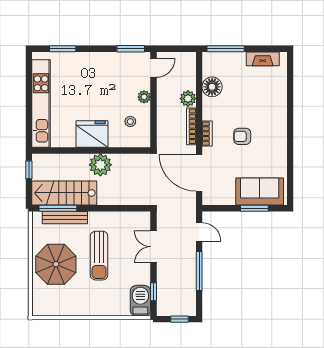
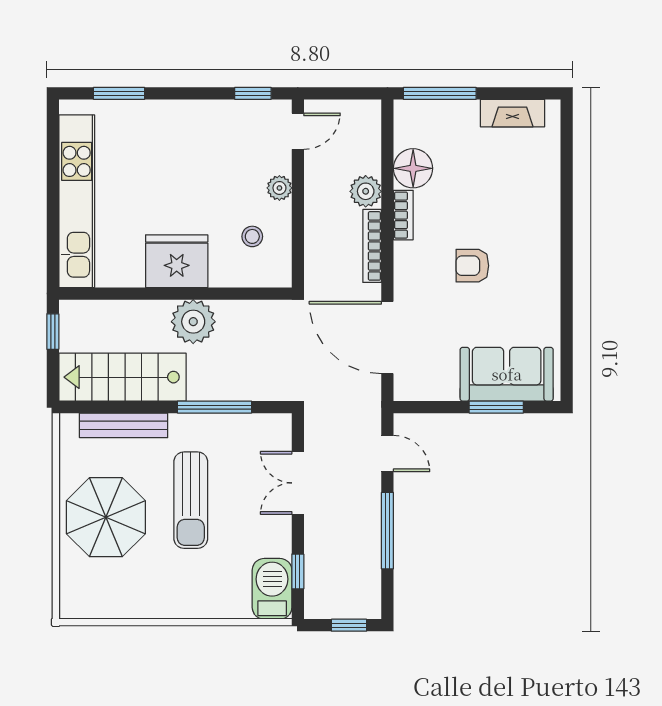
window: (131, 49) -> (253, 93), width x0.67
bookcase: (207, 134) -> (403, 215), moved
window: (58, 208) -> (215, 407), moved

